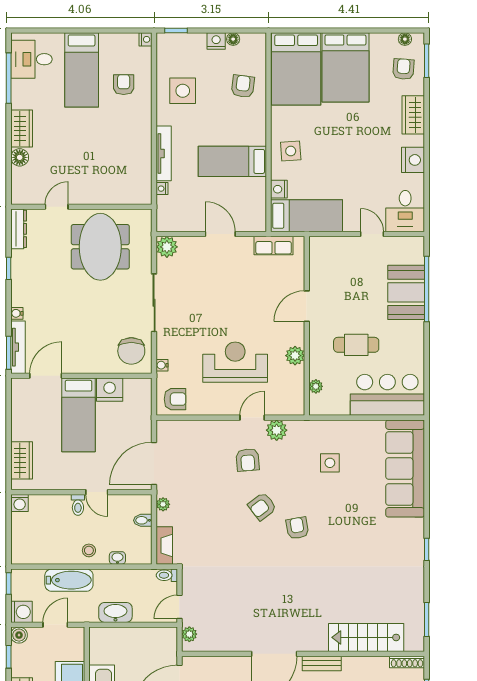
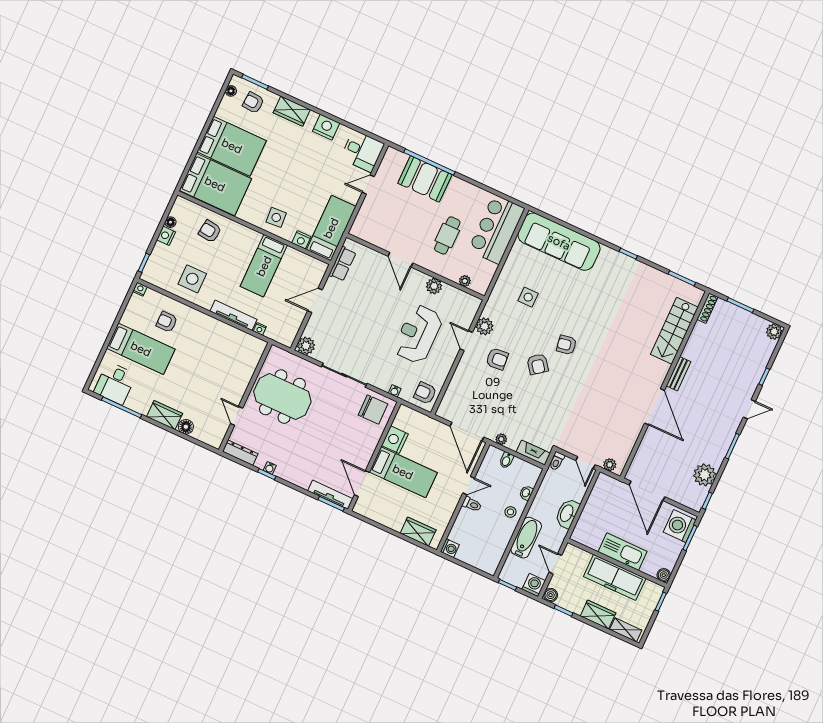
water cooler: (17, 313) -> (270, 468), moved
armchair: (175, 399) -> (425, 393), turned -90

